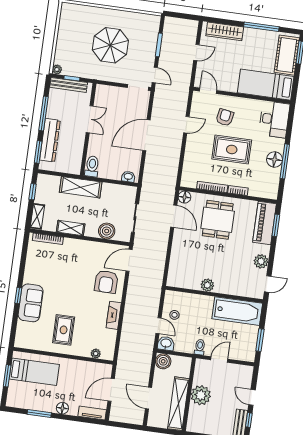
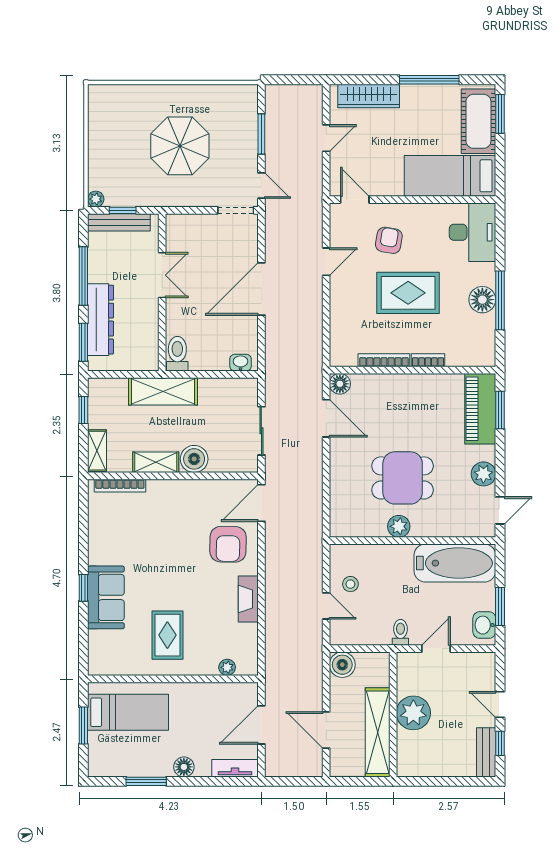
dining table: (218, 220) -> (403, 478), moved, turned 90
boiler: (107, 231) -> (194, 459), moved
washbasin: (166, 343) -> (484, 625), moved, turned -90

